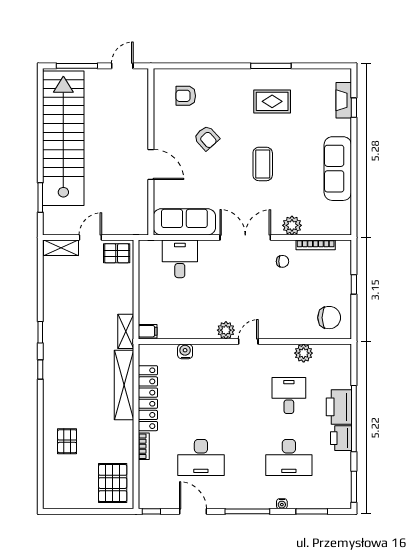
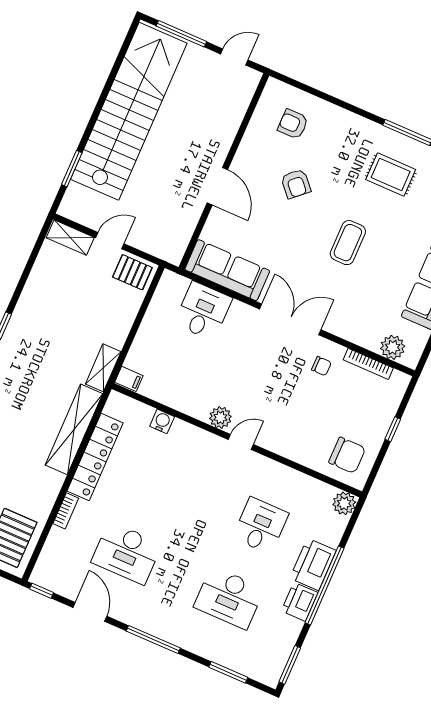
plant: (292, 225) -> (393, 347), moved
plant: (304, 353) -> (344, 503), moved
water cooler: (282, 504) -> (197, 648), removed

